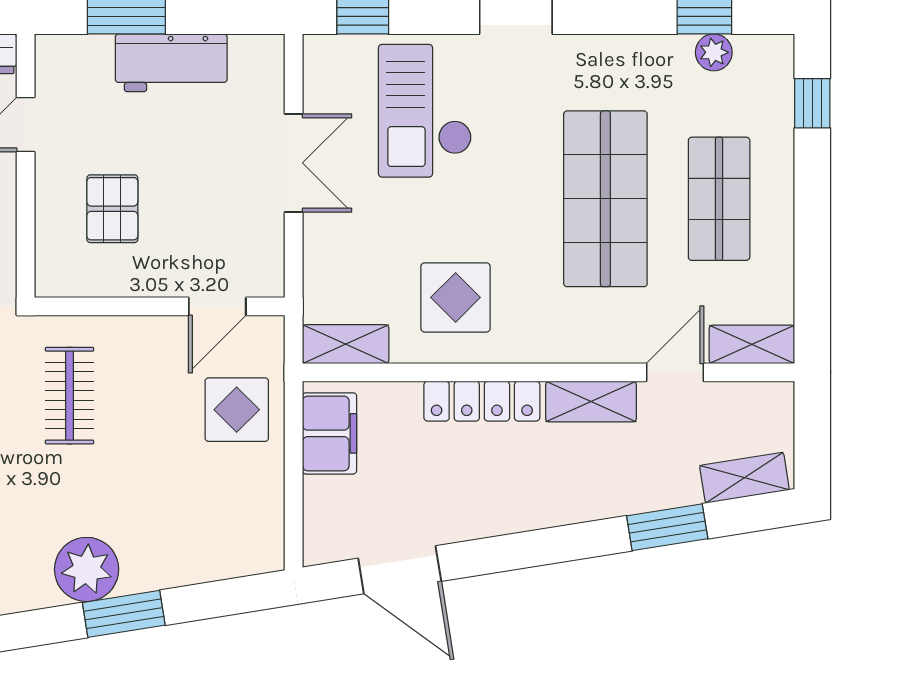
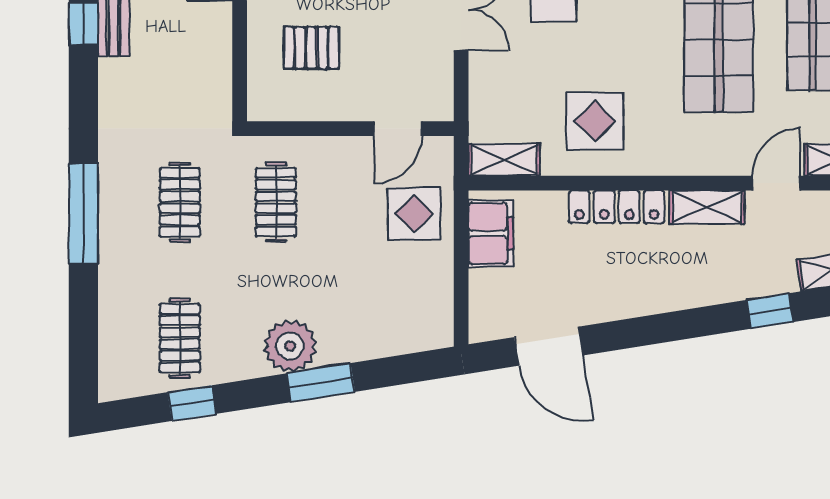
pallet: (112, 209) -> (311, 48), turned 90
window: (667, 527) -> (770, 311), width x0.67

